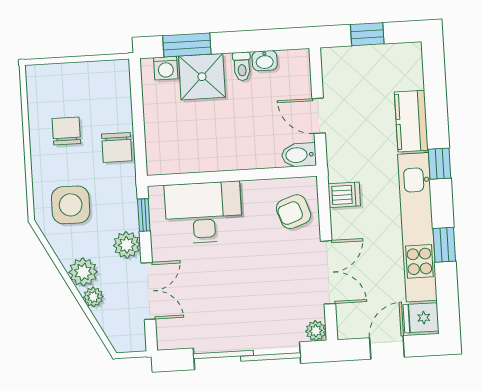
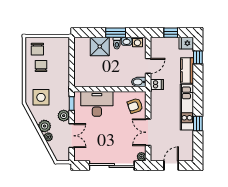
window: (187, 45) -> (116, 33), moved
washing machine: (166, 68) -> (137, 42), moved
door: (319, 116) -> (148, 66), swing flipped
chair: (117, 147) -> (37, 49), moved
window: (439, 164) -> (198, 57), moved
dishwasher: (344, 195) -> (157, 84), moved
kitchen unit: (417, 227) -> (187, 107), width x0.73
double door: (328, 272) -> (148, 132), swing flipped
fridge: (421, 318) -> (186, 43), moved

